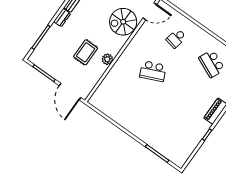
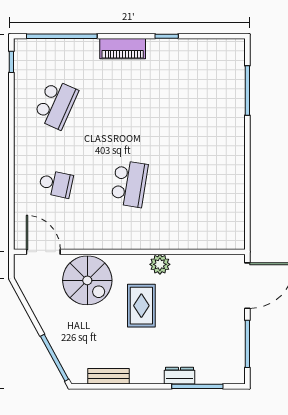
dresser: (62, 18) -> (180, 376), moved
rug: (86, 52) -> (141, 306), moved, turned 90
school desk: (153, 71) -> (129, 184), turned 33

